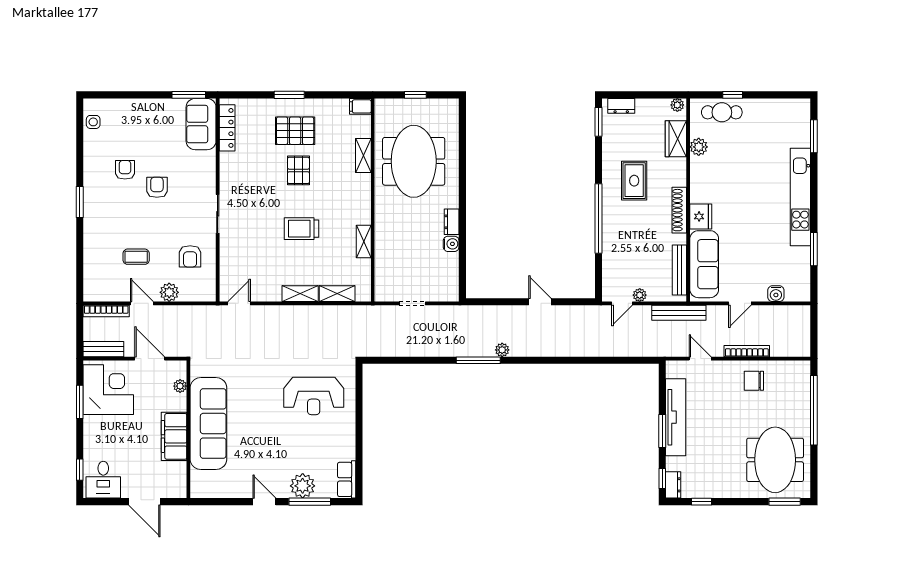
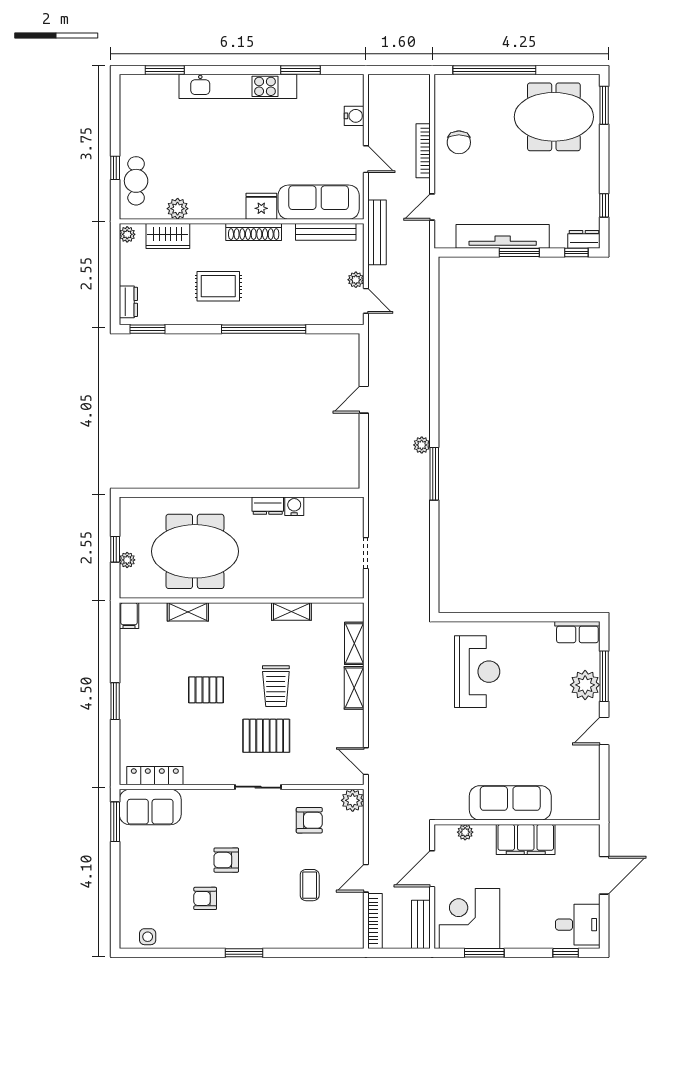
plant: (407, 105) -> (127, 560), added
pallet: (295, 131) -> (266, 736), moved, turned 90
plant: (169, 292) -> (353, 800), moved
sofa: (208, 424) -> (510, 803), width x0.74, depth x0.79

